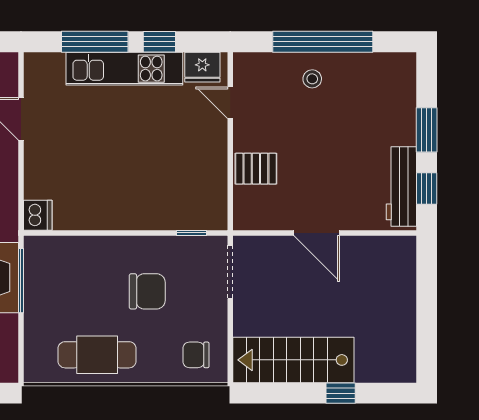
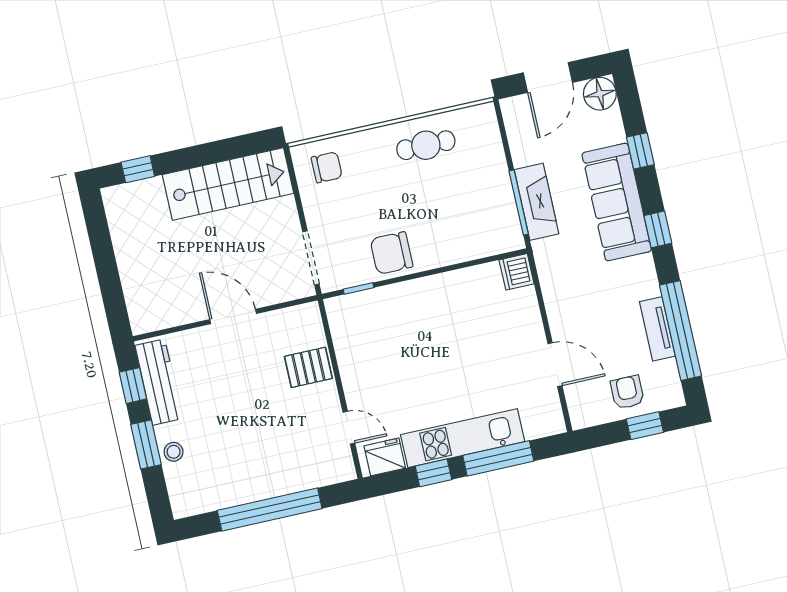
stool: (312, 79) -> (174, 452), moved
chair: (147, 291) -> (391, 253), moved
cafe table: (97, 355) -> (426, 145), width x0.73, depth x0.74
window: (341, 393) -> (138, 169), moved

